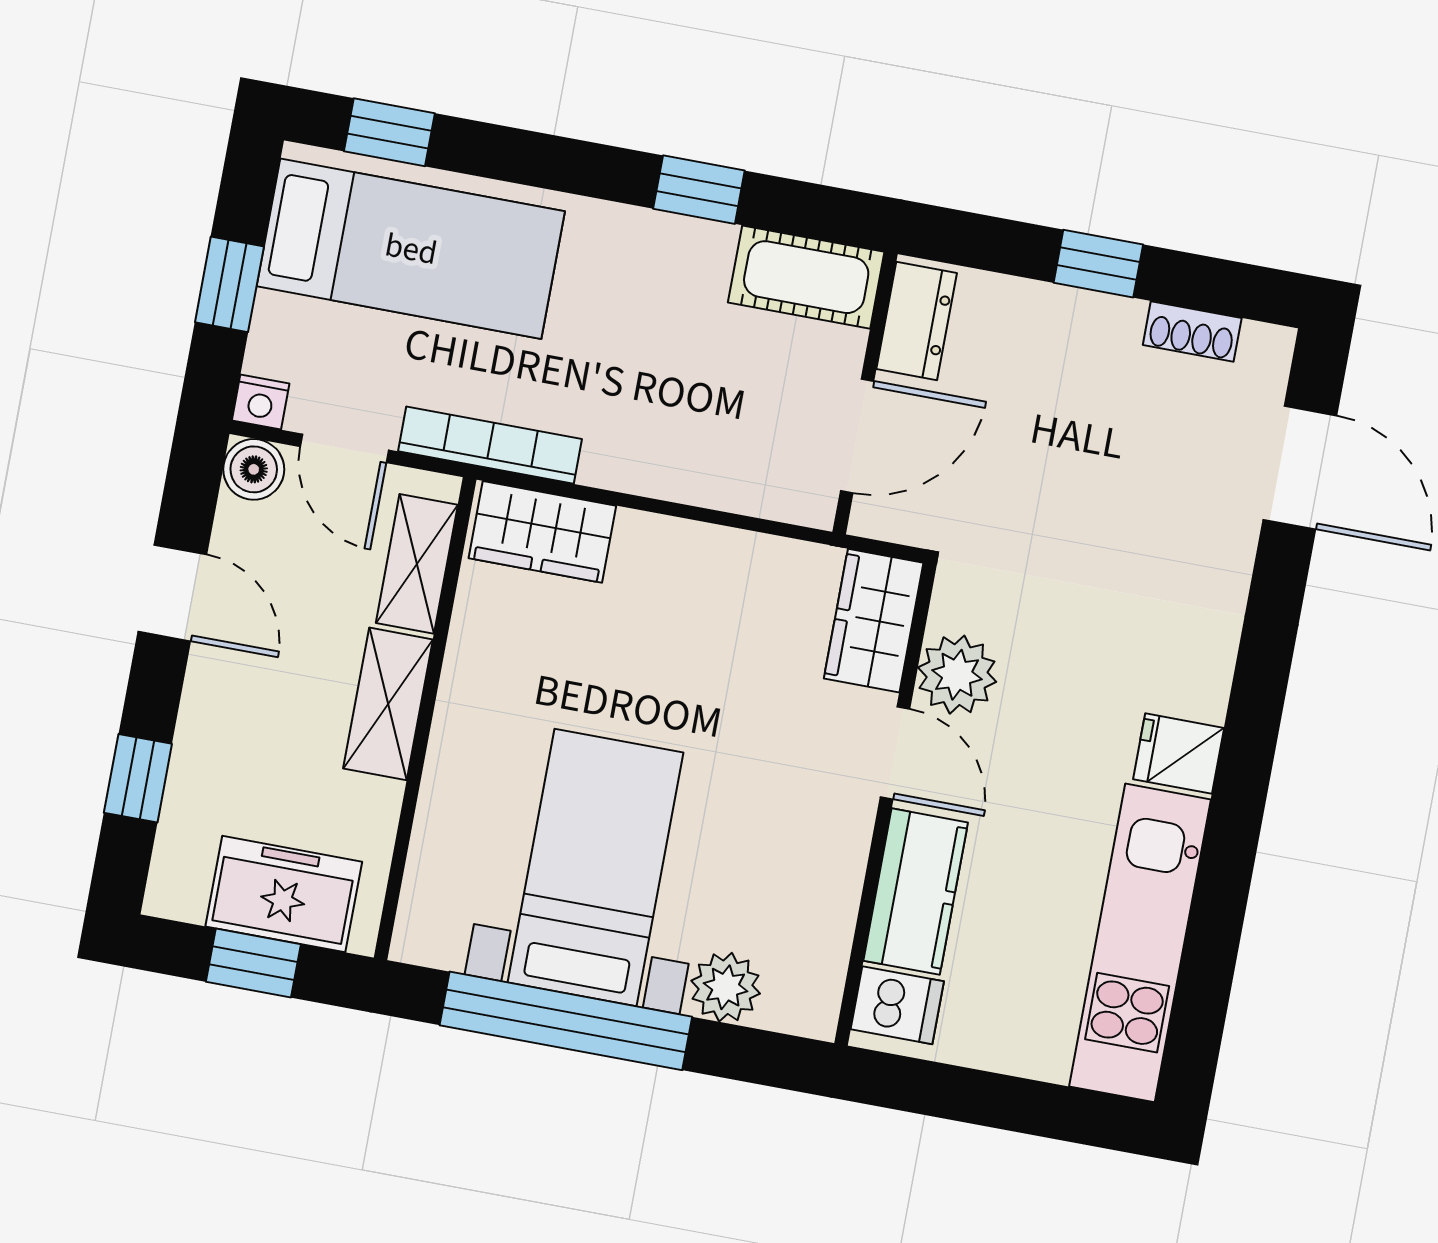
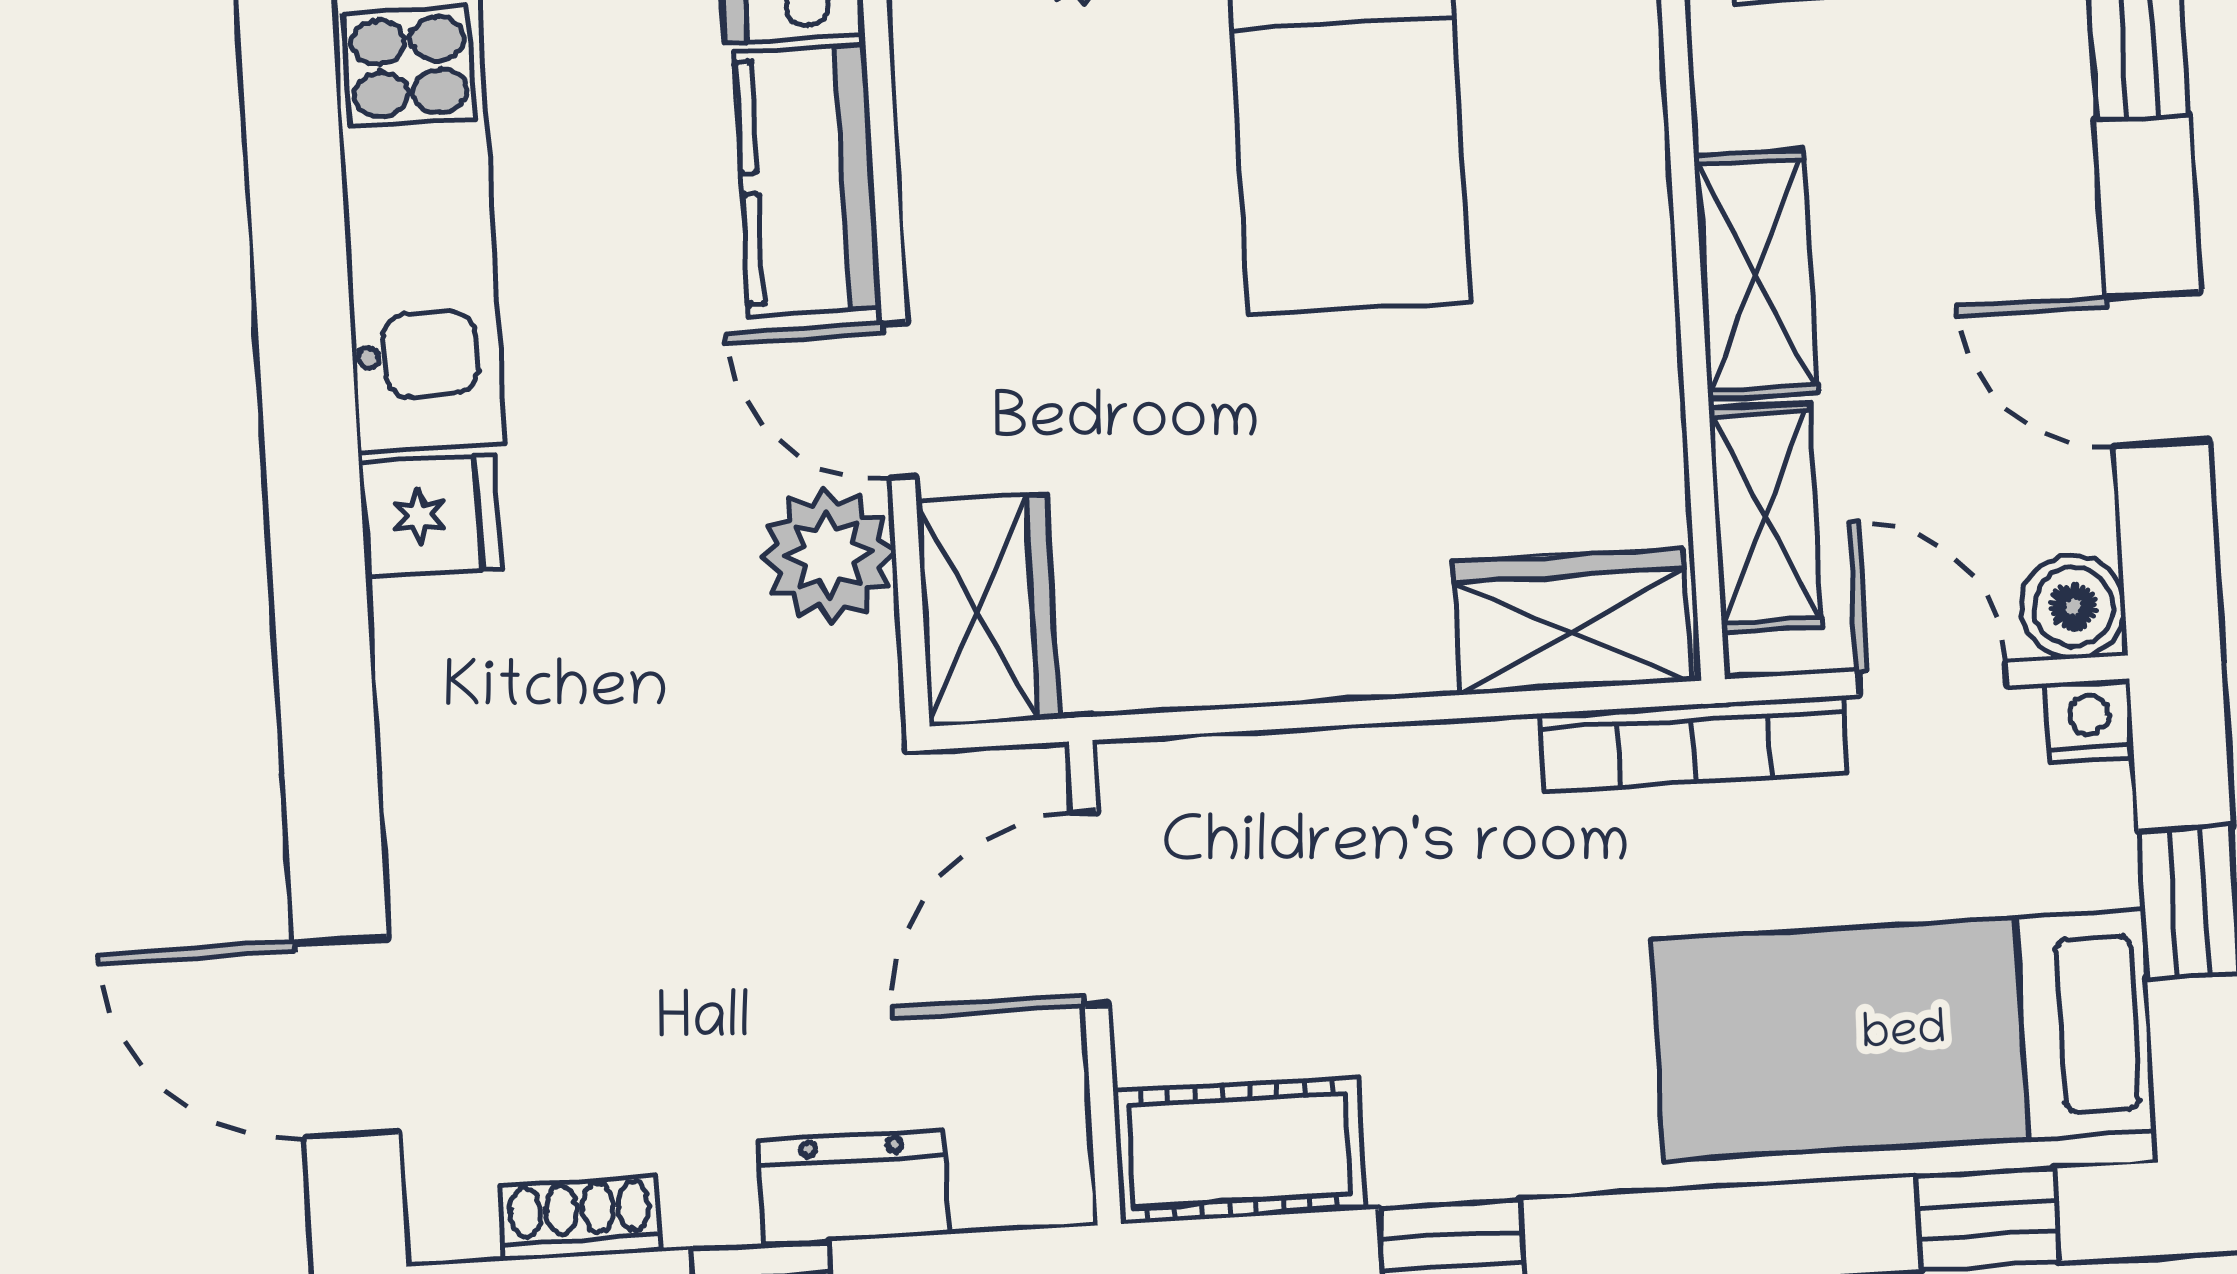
dresser: (917, 321) -> (854, 1188), moved, turned 90

